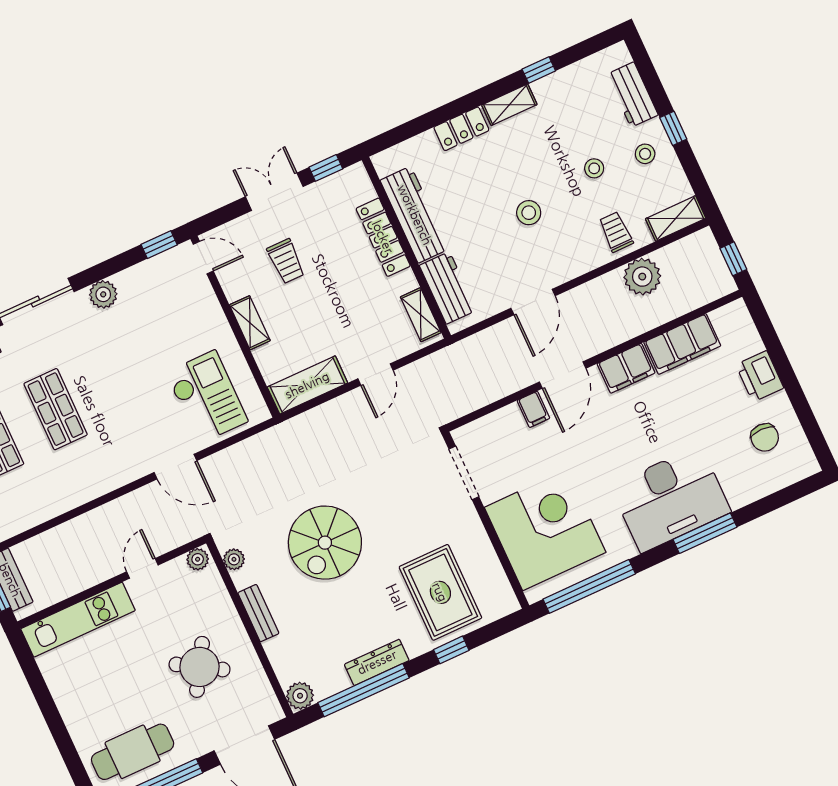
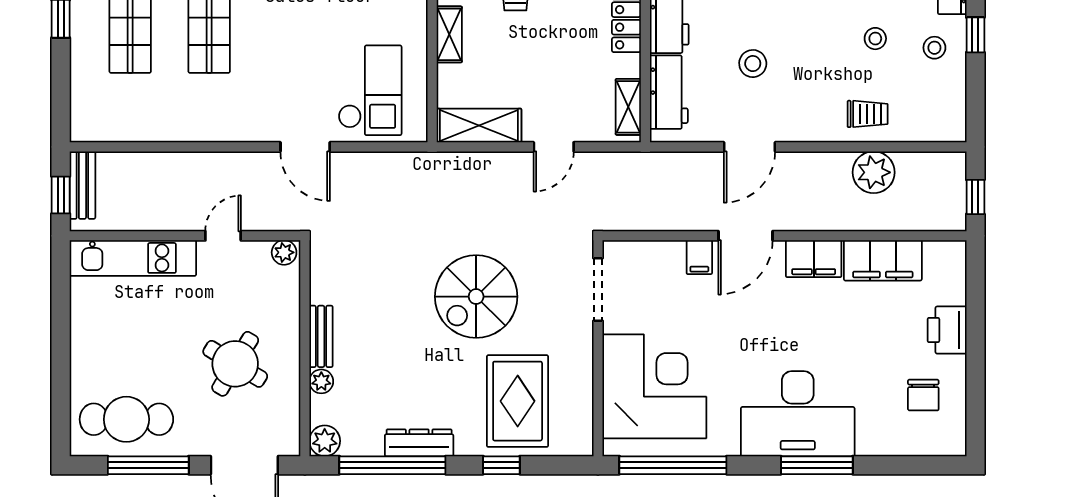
stool: (529, 213) -> (753, 64), moved
shelving: (676, 218) -> (935, 128), removed
trolley: (616, 232) -> (868, 114), turned 90
spiral stairs: (325, 543) -> (476, 297), moved
plant: (234, 559) -> (321, 381), moved

